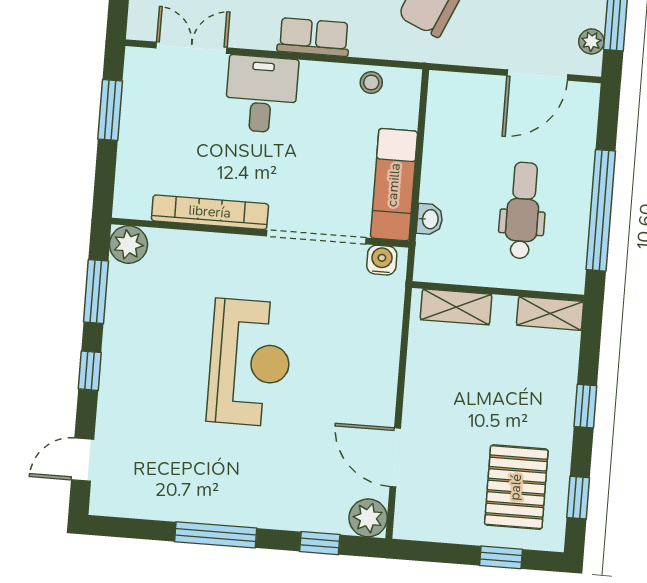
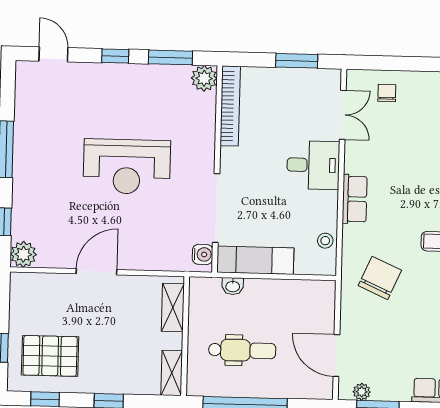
bookcase: (210, 212) -> (230, 106), moved
door: (395, 457) -> (97, 272), moved

